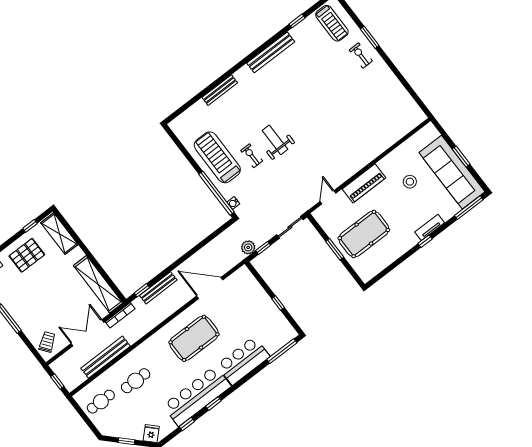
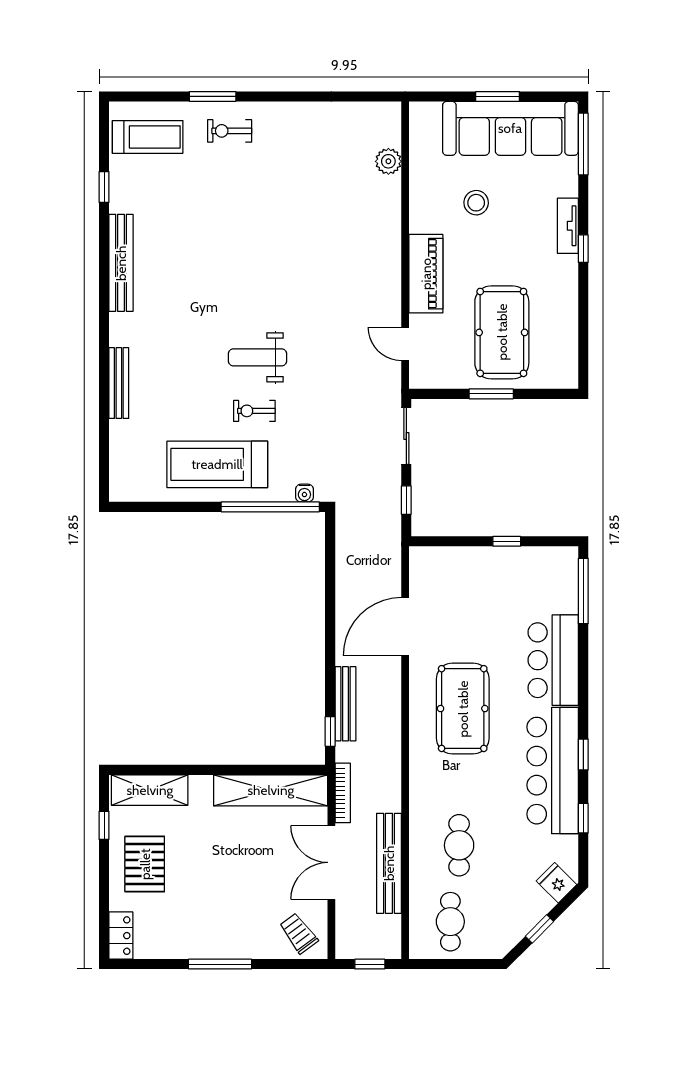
plant: (248, 247) -> (388, 161), moved

